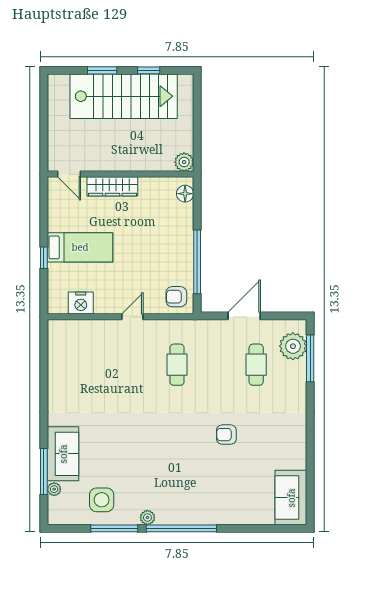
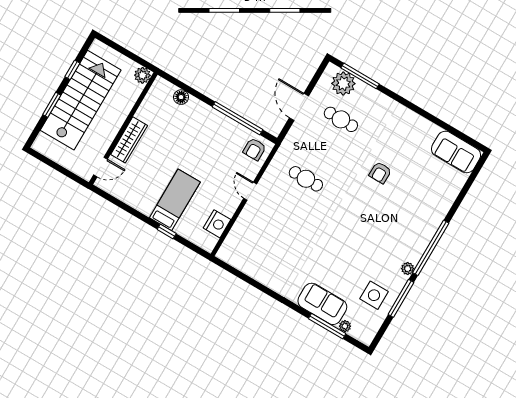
plant: (184, 162) -> (142, 75), moved
door: (69, 174) -> (101, 167), moved
wall: (120, 174) -> (123, 128), moved
wardrobe: (112, 186) -> (129, 140), moved

